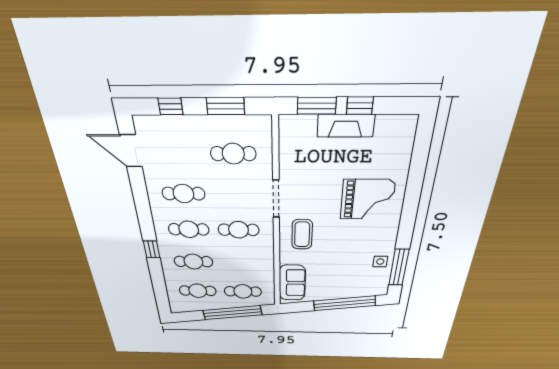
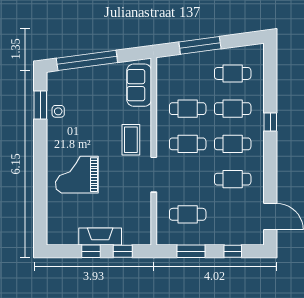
window: (317, 106) -> (123, 251), width x0.67
window: (399, 267) -> (40, 105), width x0.69
cafe table: (243, 291) -> (188, 109), moved
window: (232, 313) -> (200, 45), width x0.68

